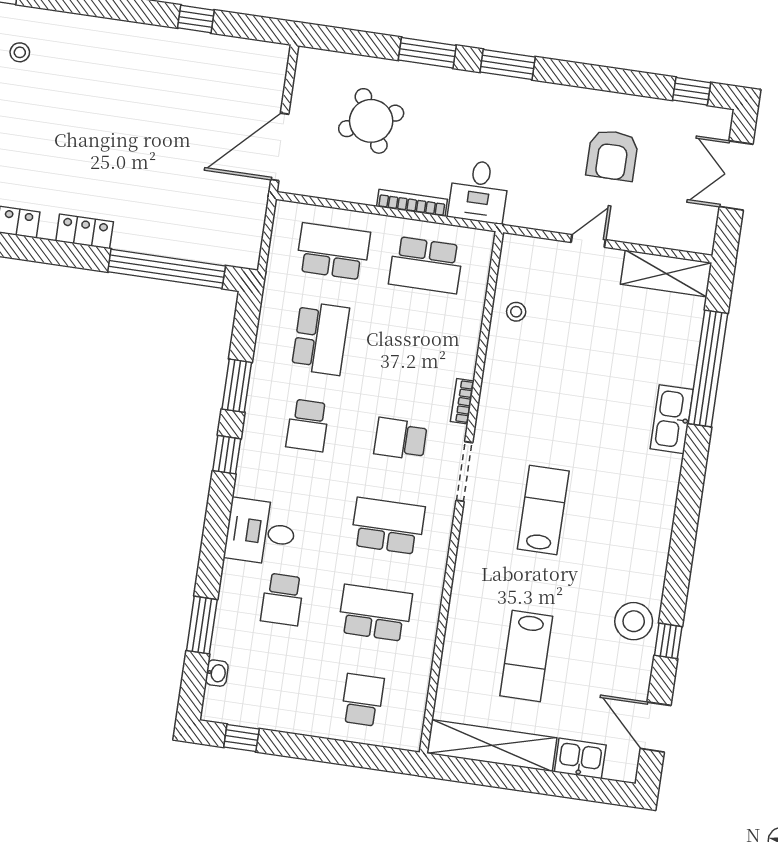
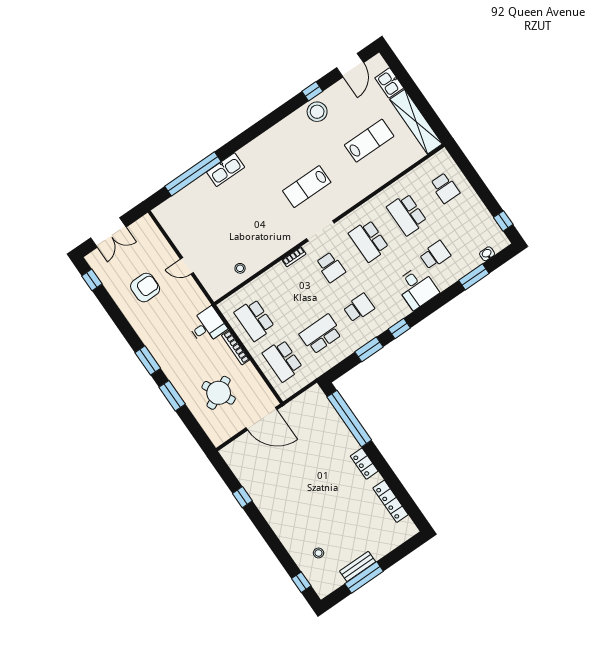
school desk: (426, 265) -> (254, 320), turned 180
shelving: (666, 273) -> (171, 224), removed
school desk: (362, 700) -> (445, 188), turned -90

